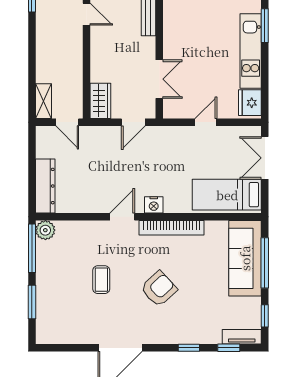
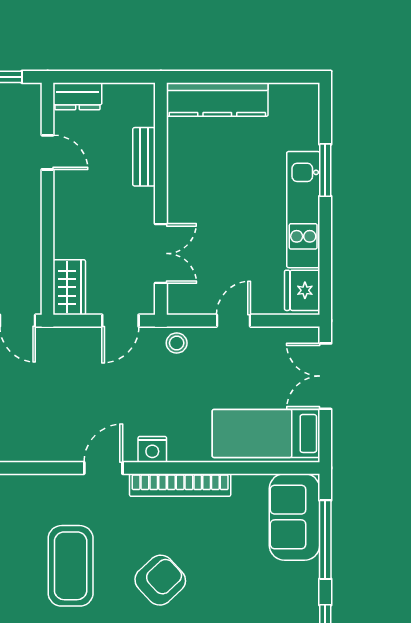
stool: (169, 137) -> (177, 343), added
sofa: (245, 258) -> (295, 517), width x0.73
coffee table: (101, 280) -> (71, 566), width x1.86, depth x1.72

